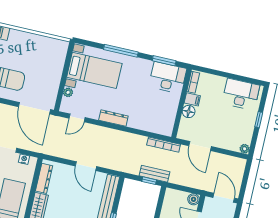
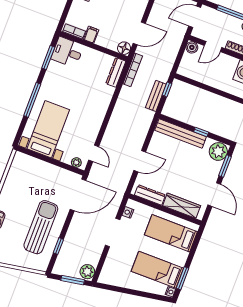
desk: (168, 78) -> (67, 52), width x0.73
plant: (68, 92) -> (76, 162), moved
floor lamp: (189, 111) -> (124, 48), moved
dresser: (113, 118) -> (116, 72), moved
door: (86, 166) -> (140, 161), moved
bench: (155, 174) -> (156, 96), moved

